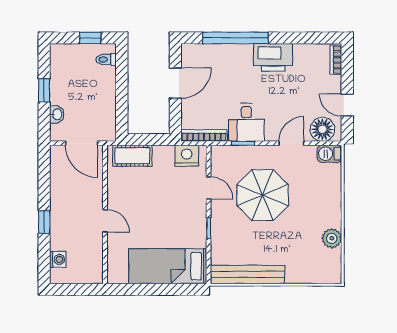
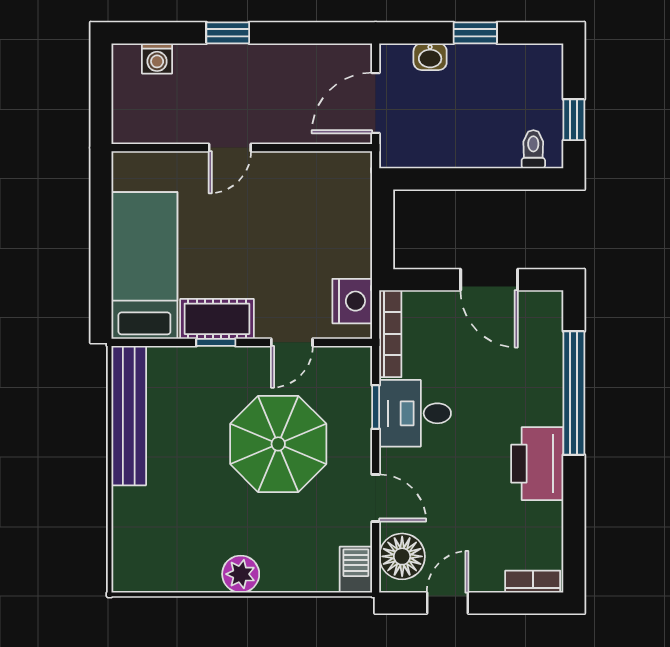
cot: (132, 156) -> (217, 319), moved, turned 90
plant: (332, 238) -> (241, 574), moved

